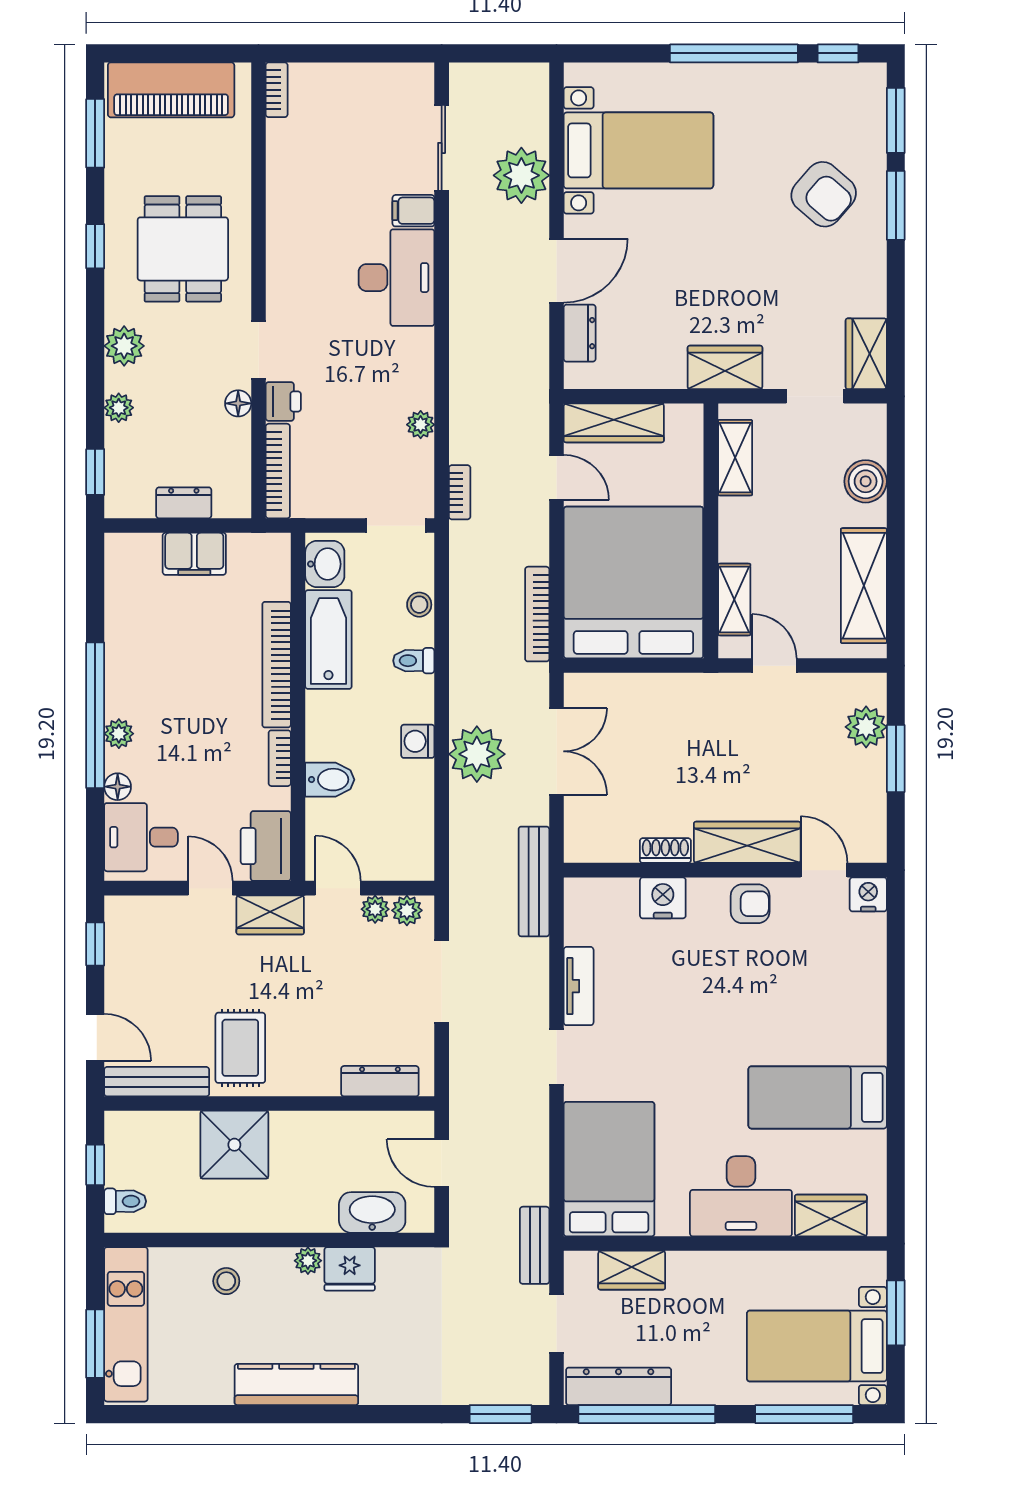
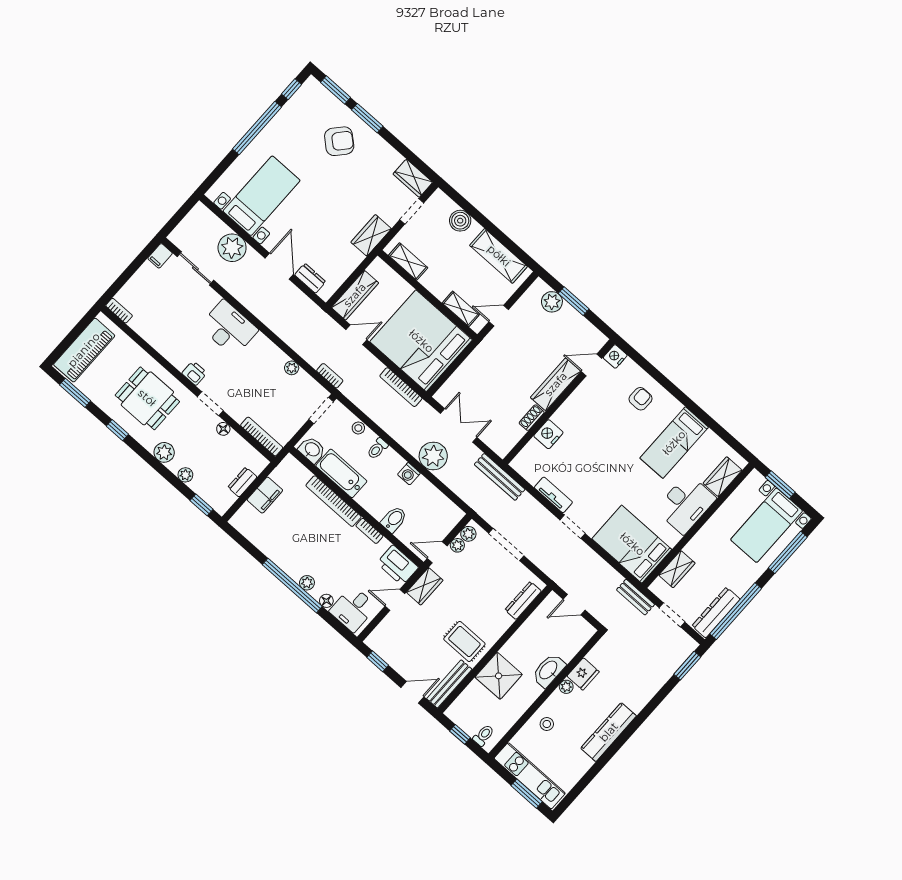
filing cabinet: (413, 211) -> (160, 256), moved
printer: (283, 401) -> (194, 373), moved
armchair: (750, 904) -> (640, 399), moved
washbasin: (372, 1212) -> (549, 670), moved

